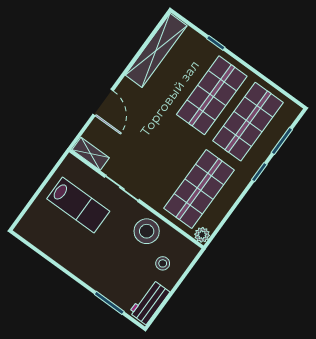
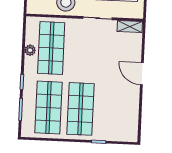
shelving: (156, 50) -> (131, 114), removed
door: (103, 102) -> (142, 74), moved
plant: (202, 235) -> (30, 50), moved

